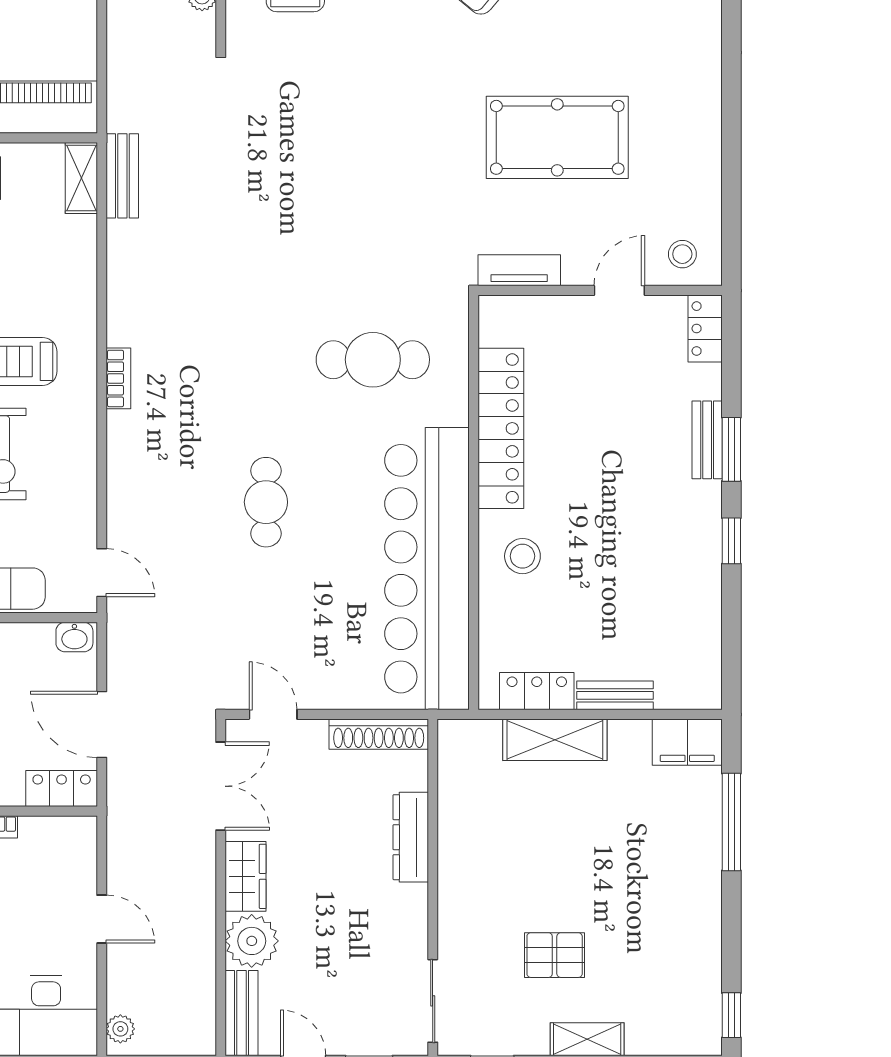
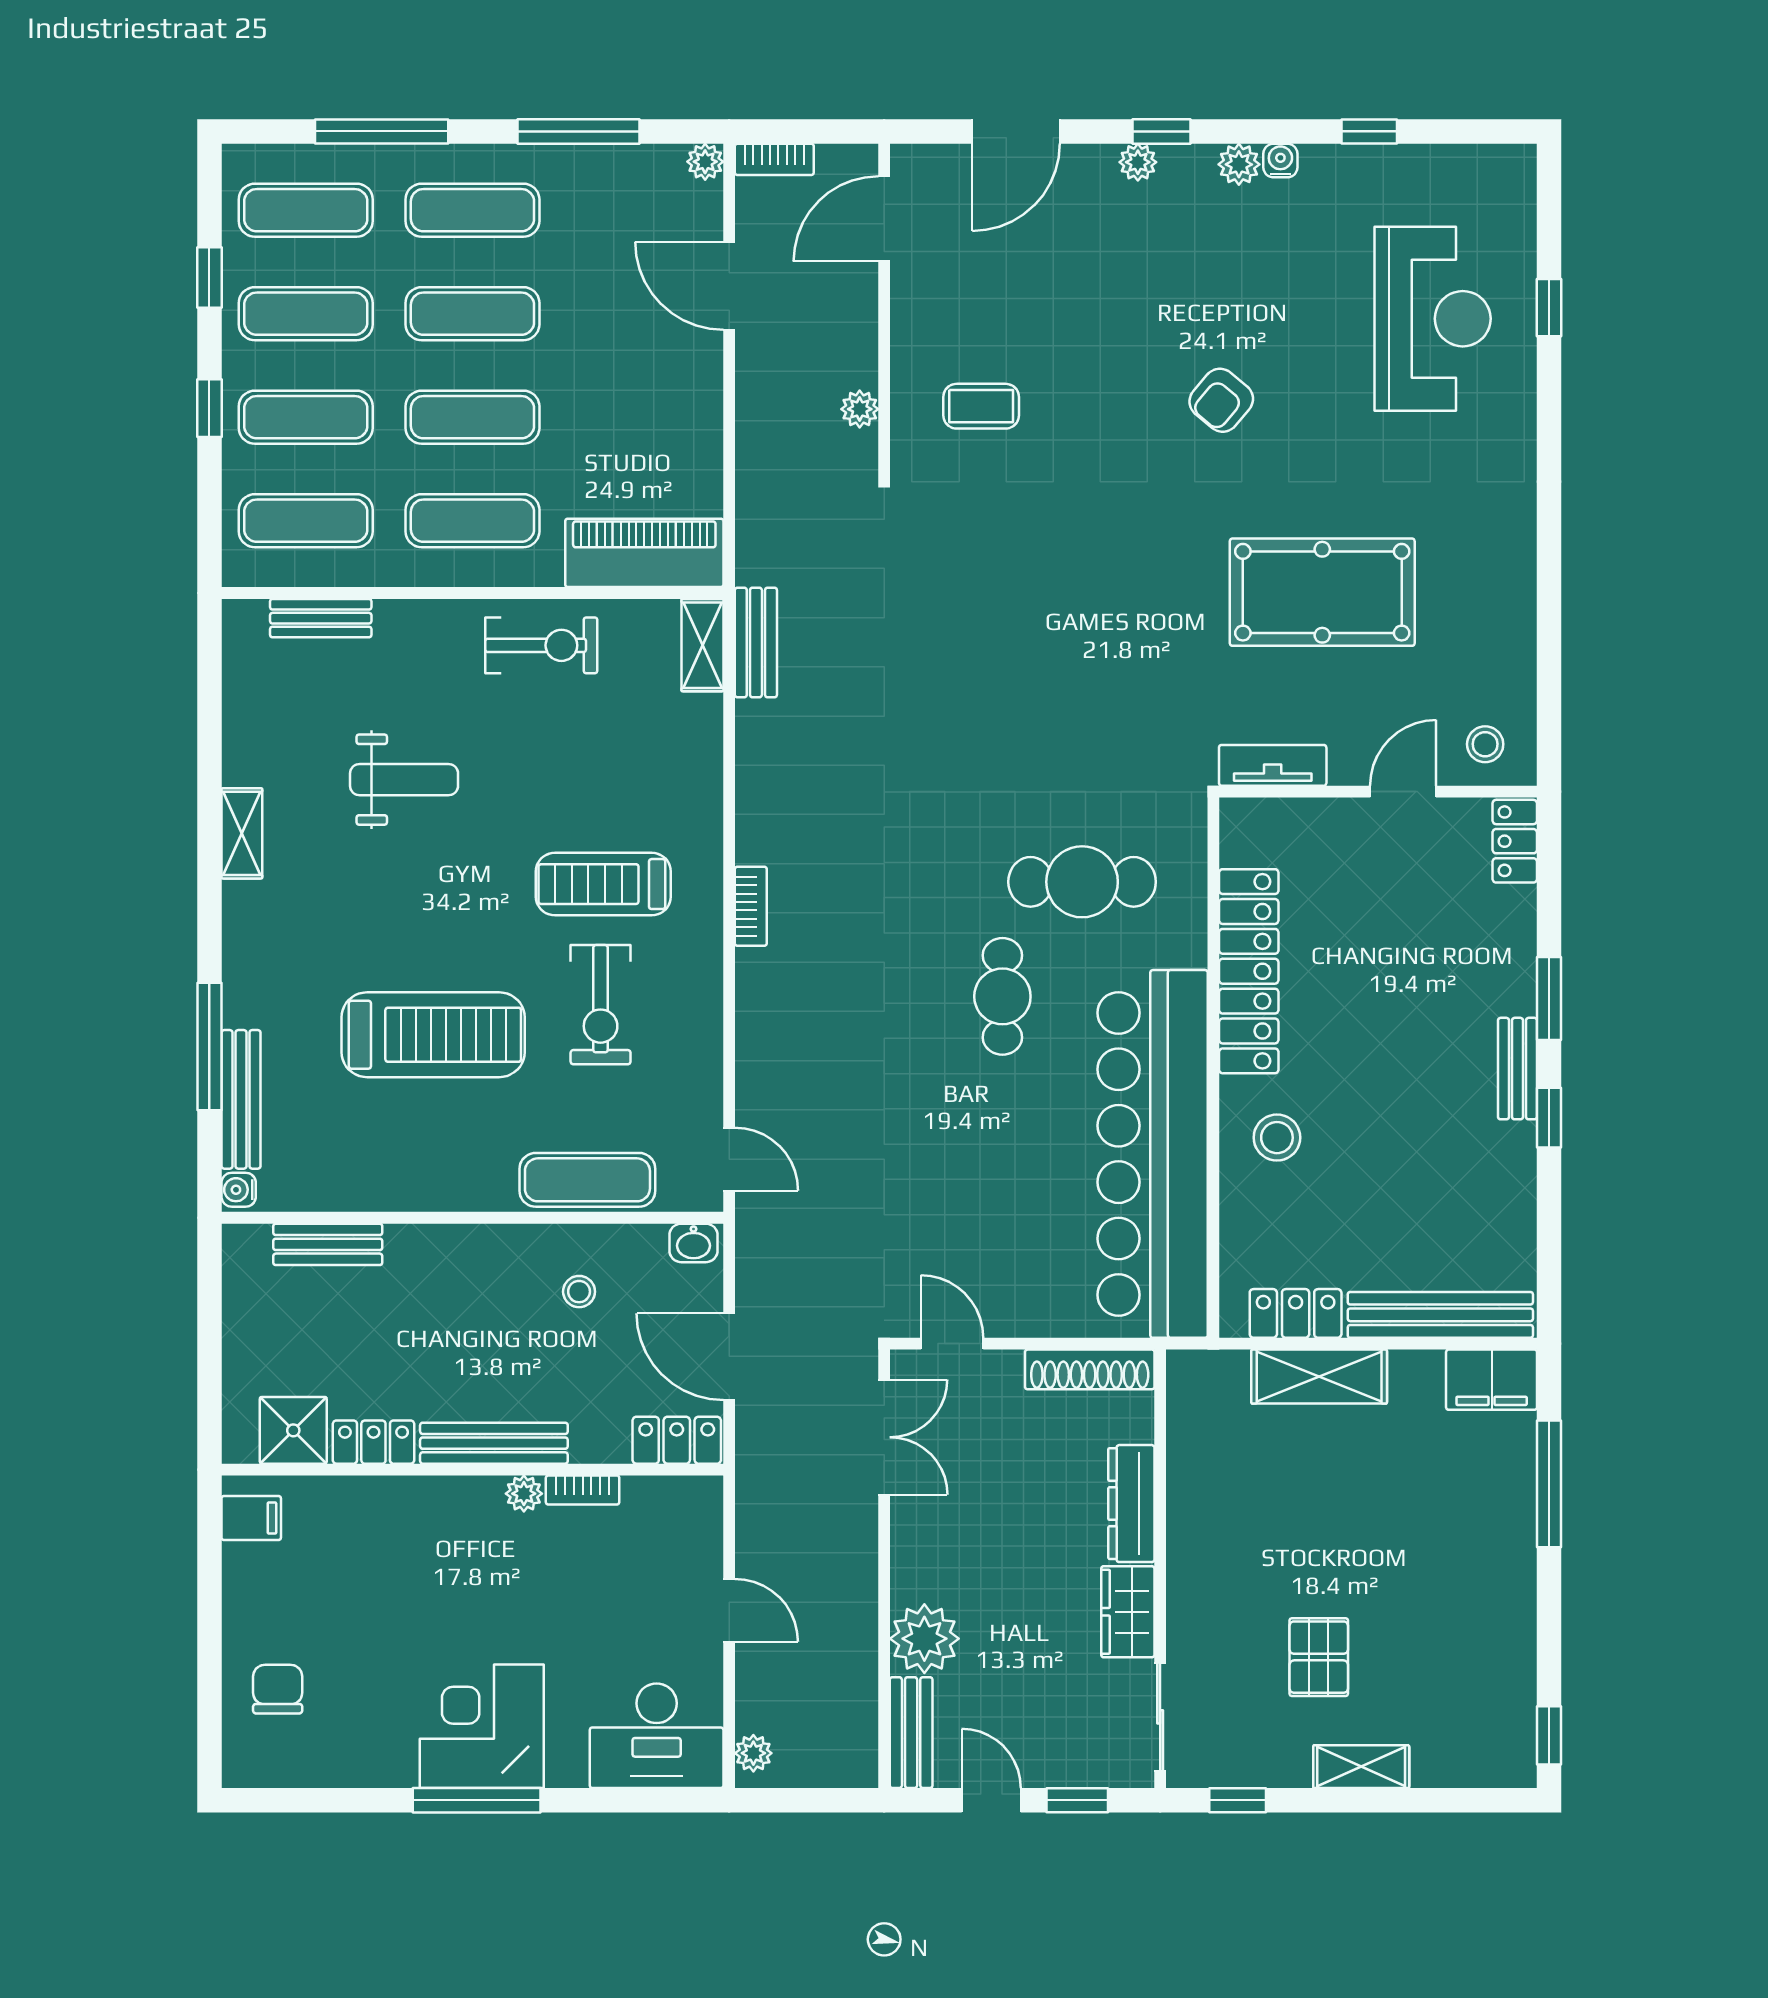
bench: (707, 440) -> (1517, 1069), moved
cafe table: (266, 502) -> (1002, 996), moved
bench: (615, 695) -> (1440, 1315), width x1.86, depth x1.21
wardrobe: (246, 876) -> (1128, 1612), moved, turned 180
pallet: (555, 955) -> (1319, 1657), turned 90

